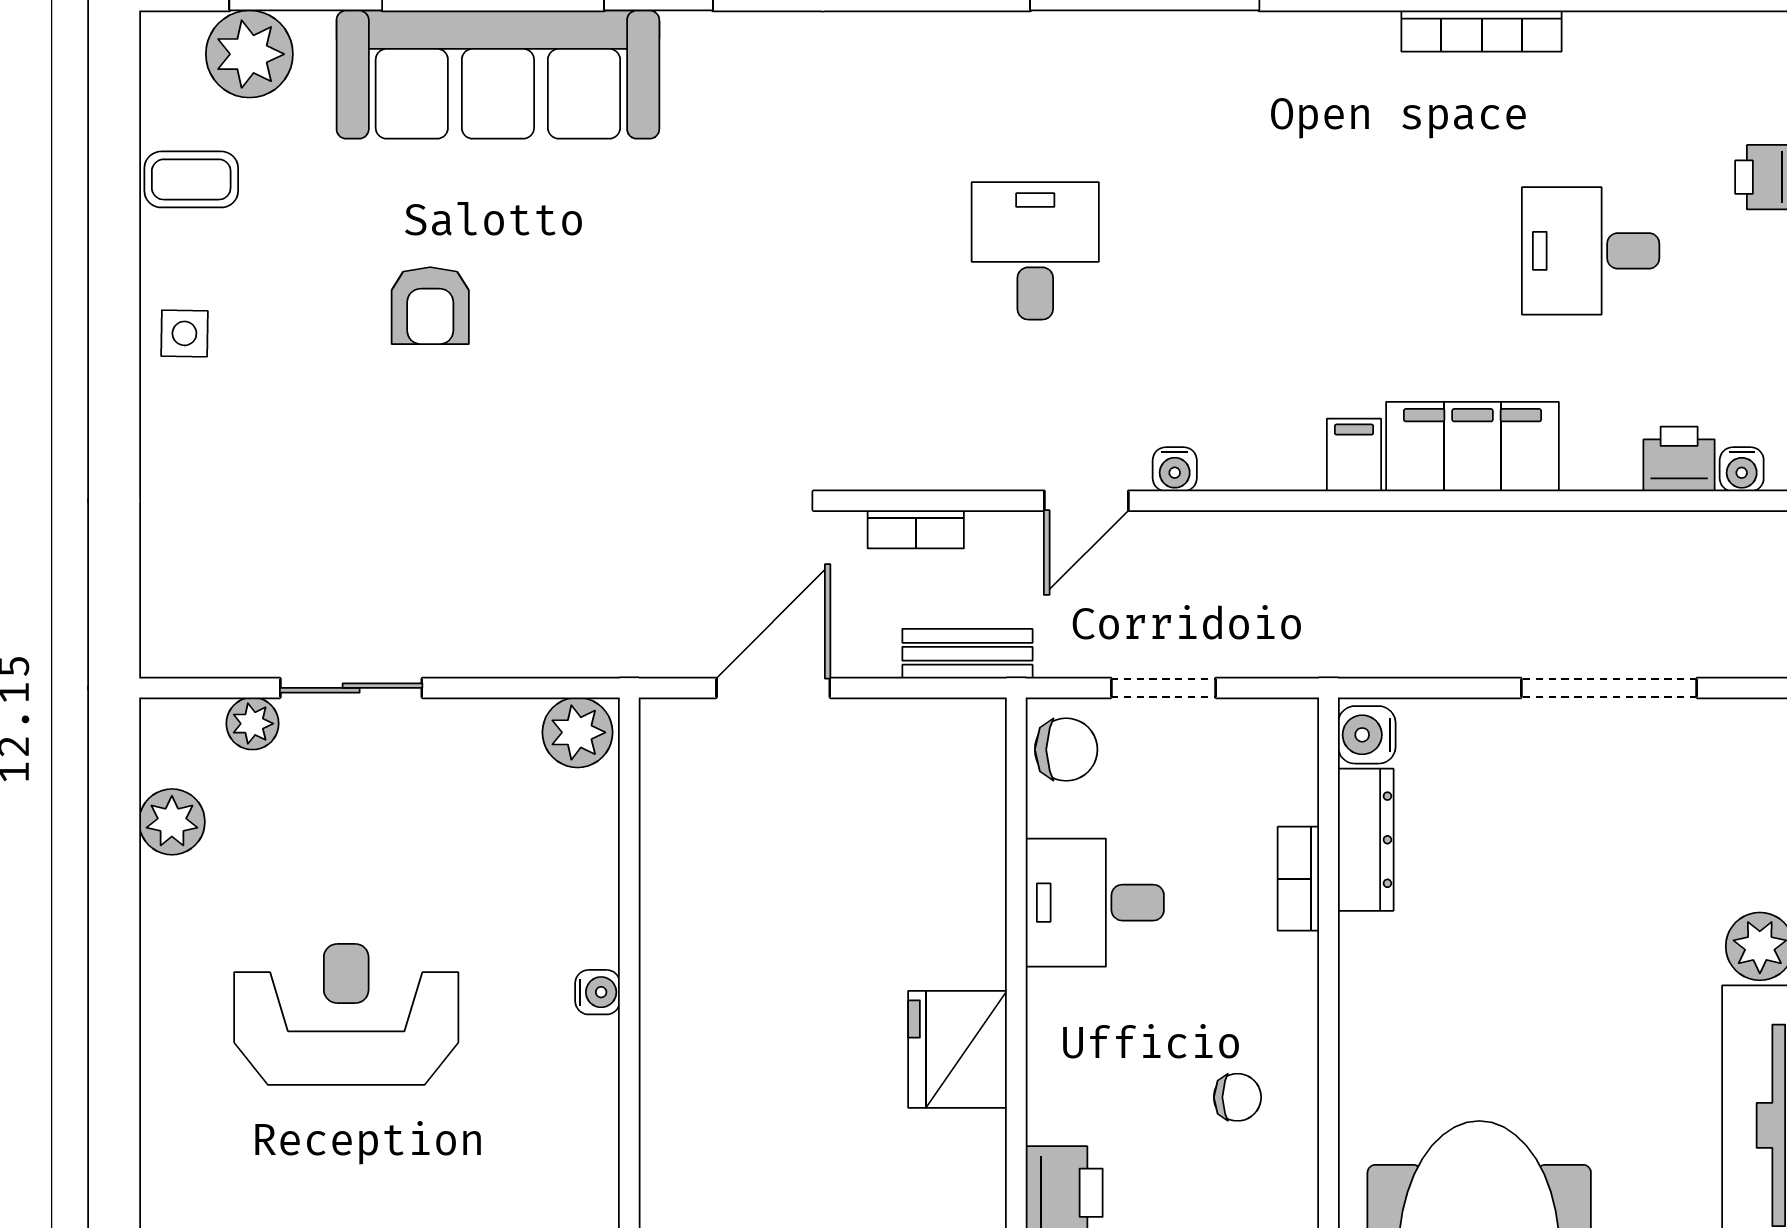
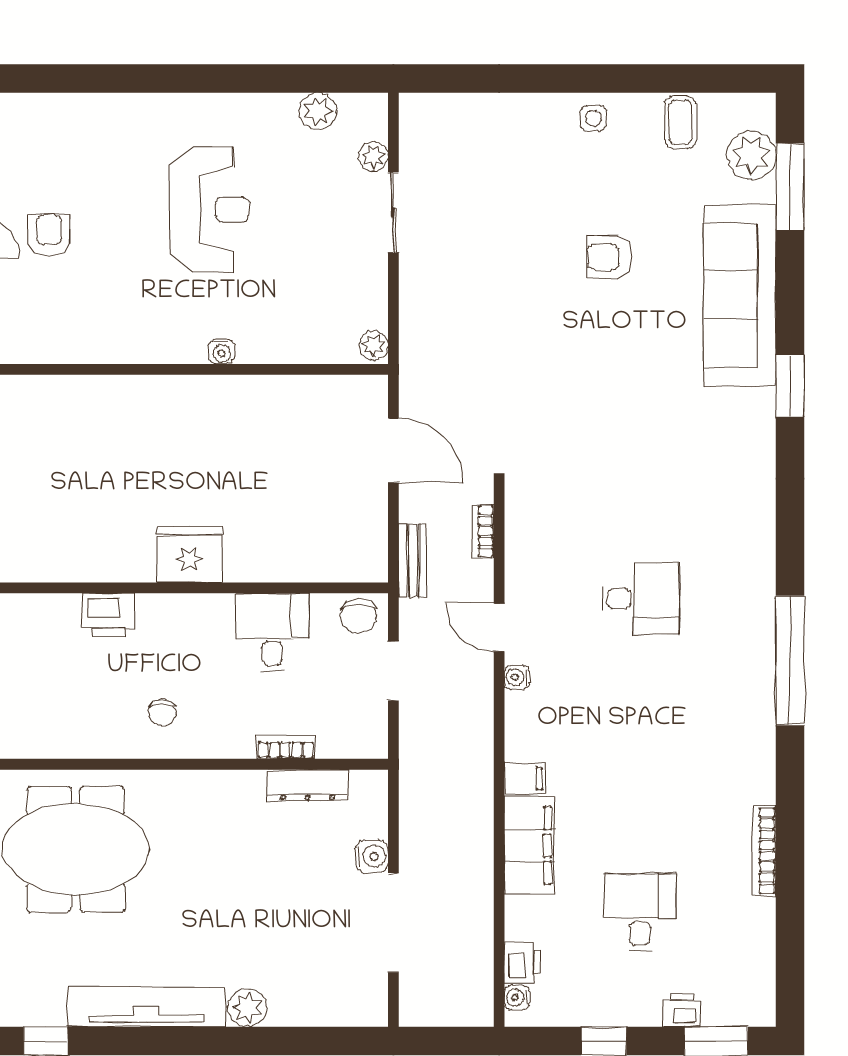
plant: (578, 732) -> (374, 346), width x0.73, depth x0.73
water cooler: (1367, 735) -> (372, 856), moved, turned 90

